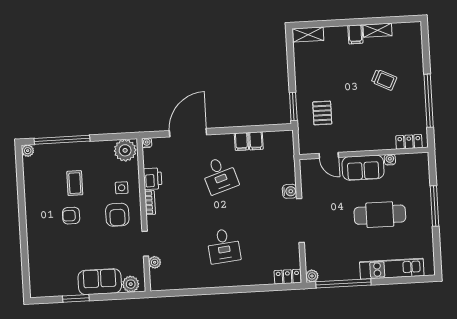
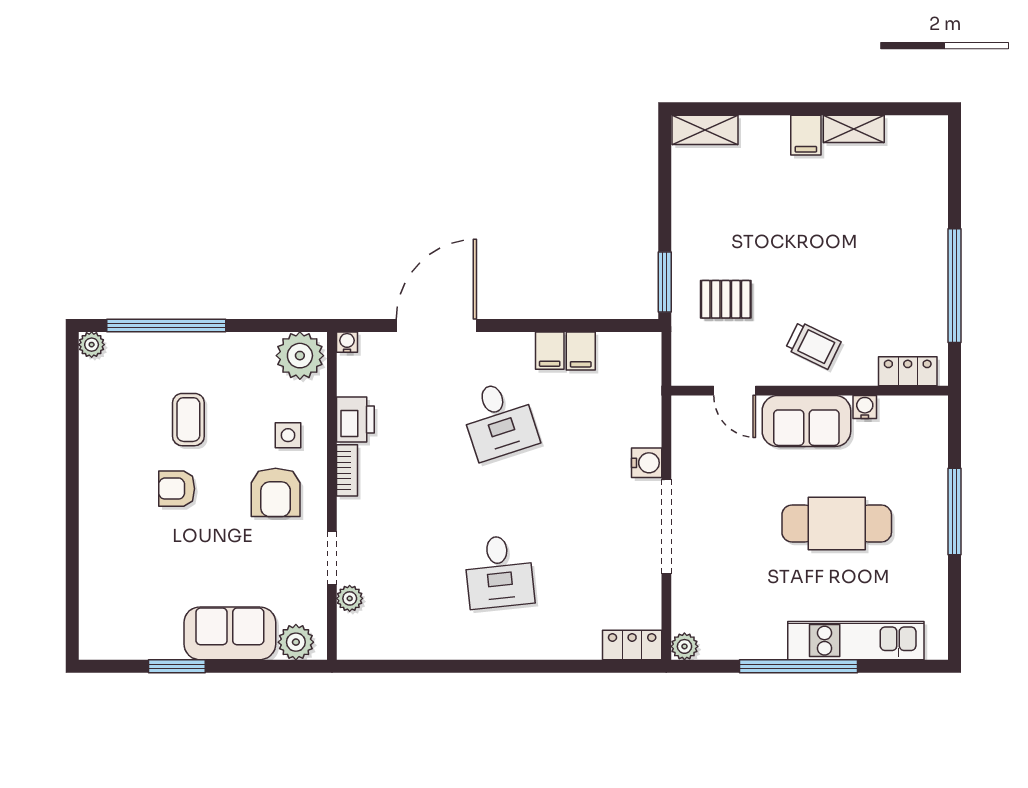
trolley: (384, 80) -> (813, 345), moved
pallet: (322, 113) -> (726, 299), turned 90
window: (343, 283) -> (798, 666), moved

